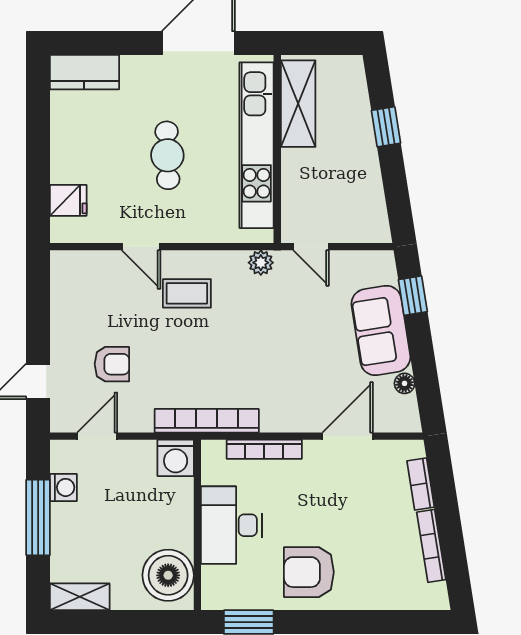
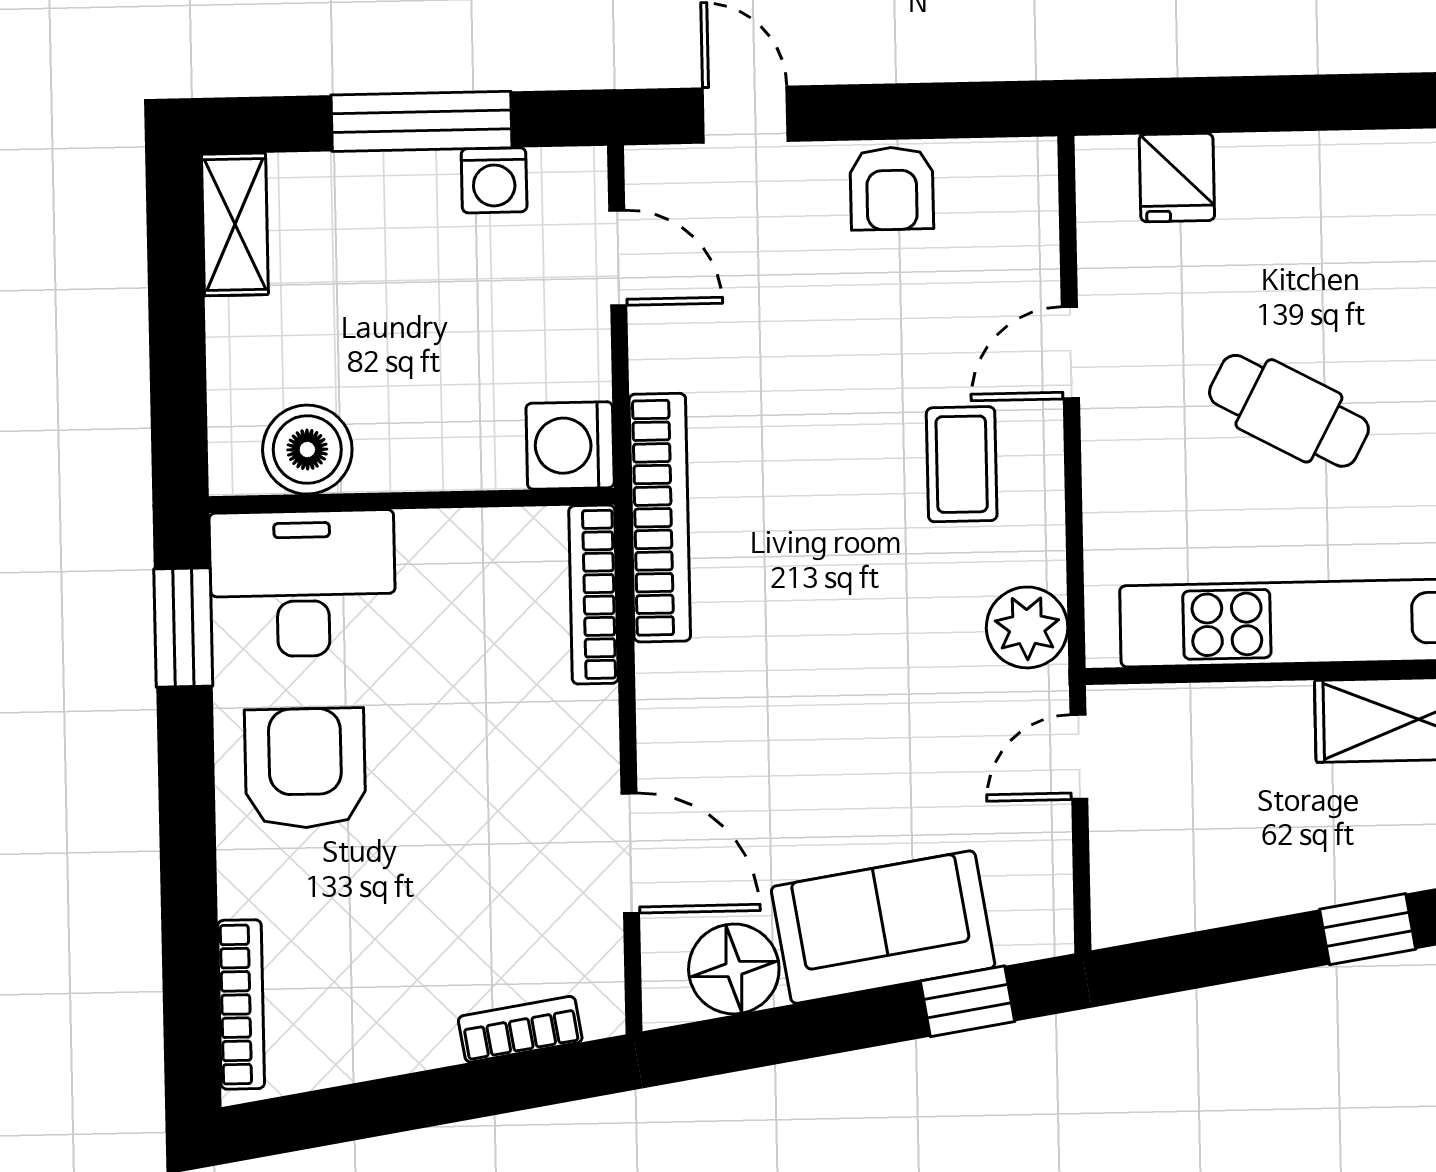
cafe table: (167, 155) -> (1289, 411), turned 30
plant: (261, 263) -> (1027, 627), width x1.38, depth x1.38
armchair: (112, 364) -> (892, 188), moved
floor lamp: (405, 383) -> (734, 969), width x1.89, depth x1.89
bookcase: (264, 449) -> (594, 594), moved
desk: (231, 525) -> (303, 584), moved
bookcase: (431, 546) -> (241, 1004), moved, turned 99
boiler: (168, 575) -> (307, 450), width x0.73, depth x0.73

